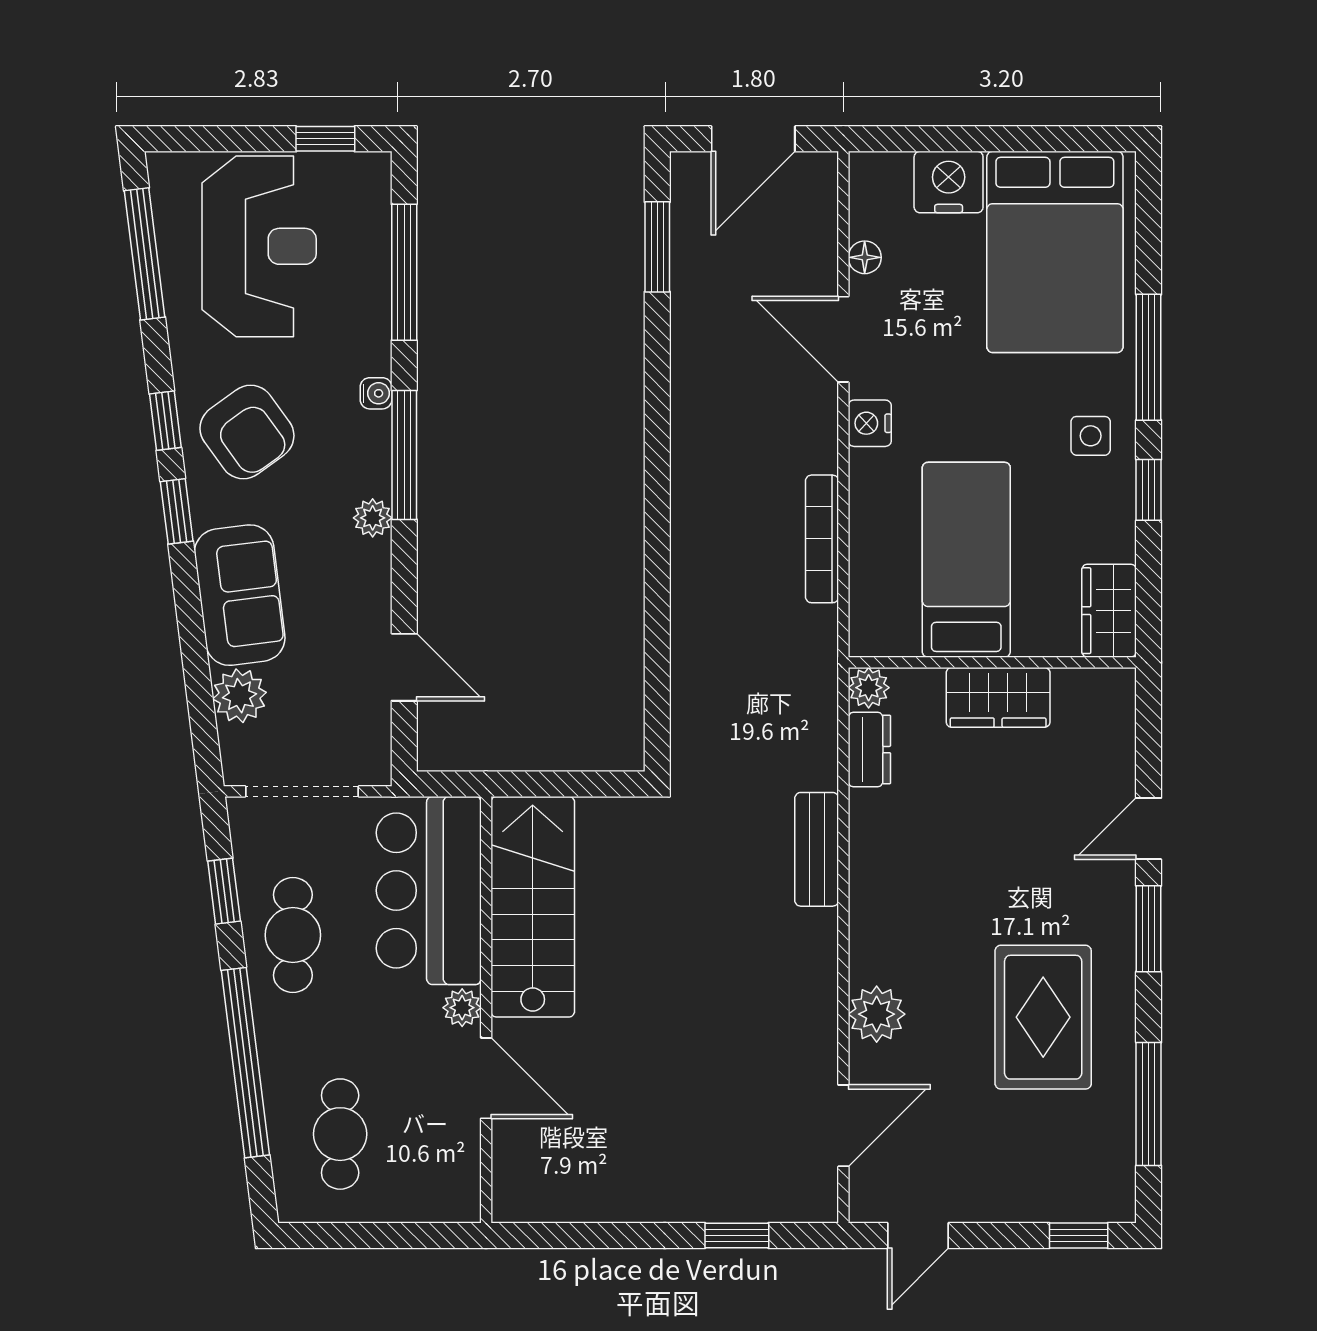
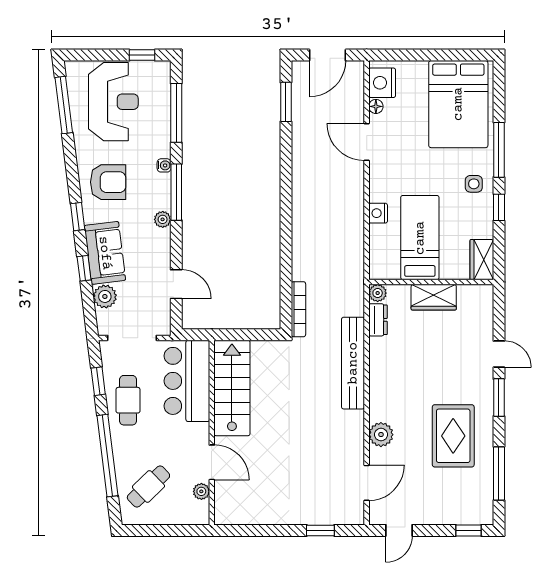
nightstand: (949, 182) -> (382, 83), moved, turned -90
window: (165, 421) -> (84, 268), moved
nightstand: (870, 423) -> (378, 213), moved
armchair: (247, 432) -> (108, 182), turned -54
bookcase: (822, 539) -> (298, 309), moved, turned 180
door: (1149, 829) -> (499, 354), swing flipped
bench: (817, 849) -> (353, 363), width x1.86, depth x1.21
plant: (462, 1008) -> (201, 491), moved
cafe table: (340, 1134) -> (148, 486), turned 46

